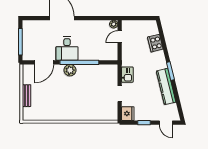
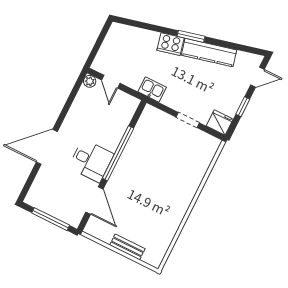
cooker: (155, 43) -> (171, 44), moved
plant: (70, 70) -> (122, 171), removed
kitchen sink: (127, 75) -> (152, 89), moved

